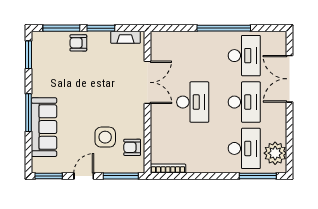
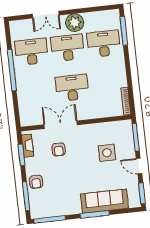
window: (101, 28) -> (21, 155), moved
window: (29, 55) -> (50, 219), width x1.44
double door: (289, 79) -> (46, 15), width x0.73
armchair: (132, 147) -> (59, 149), moved
plant: (275, 153) -> (75, 23), moved

